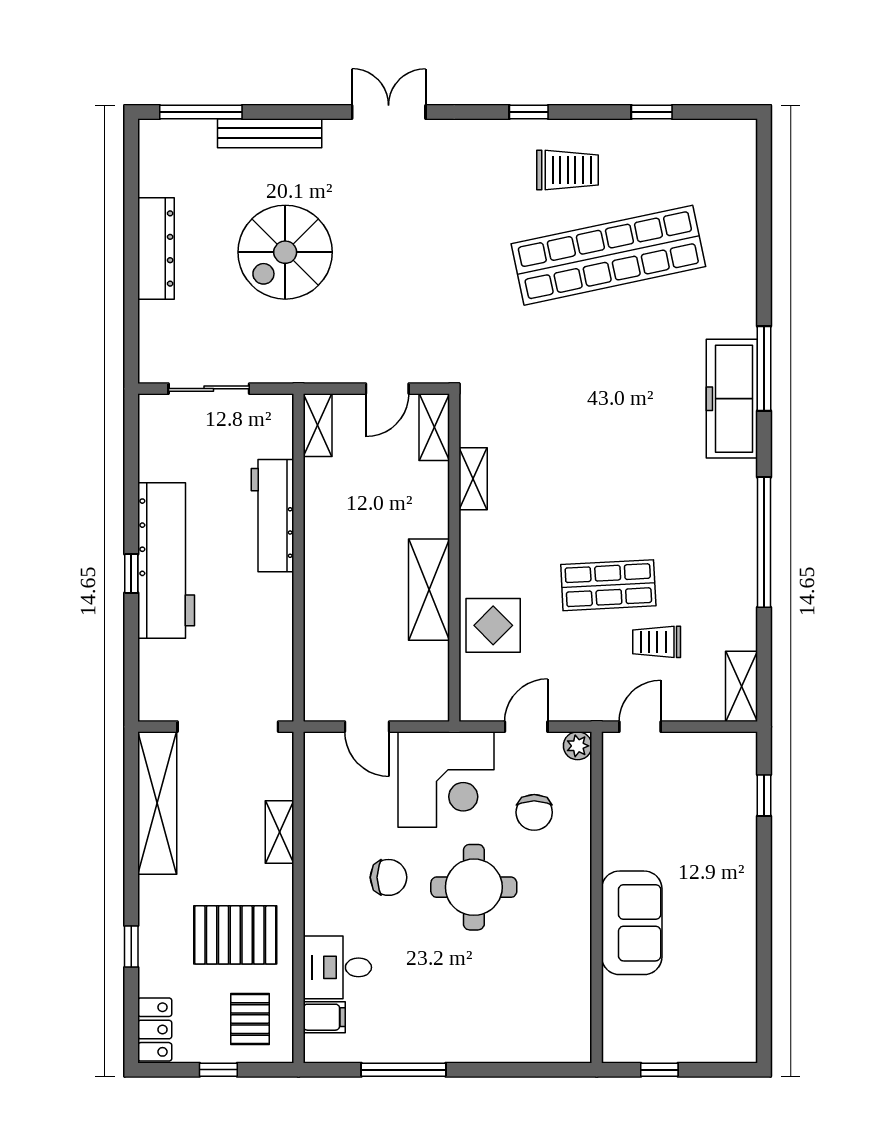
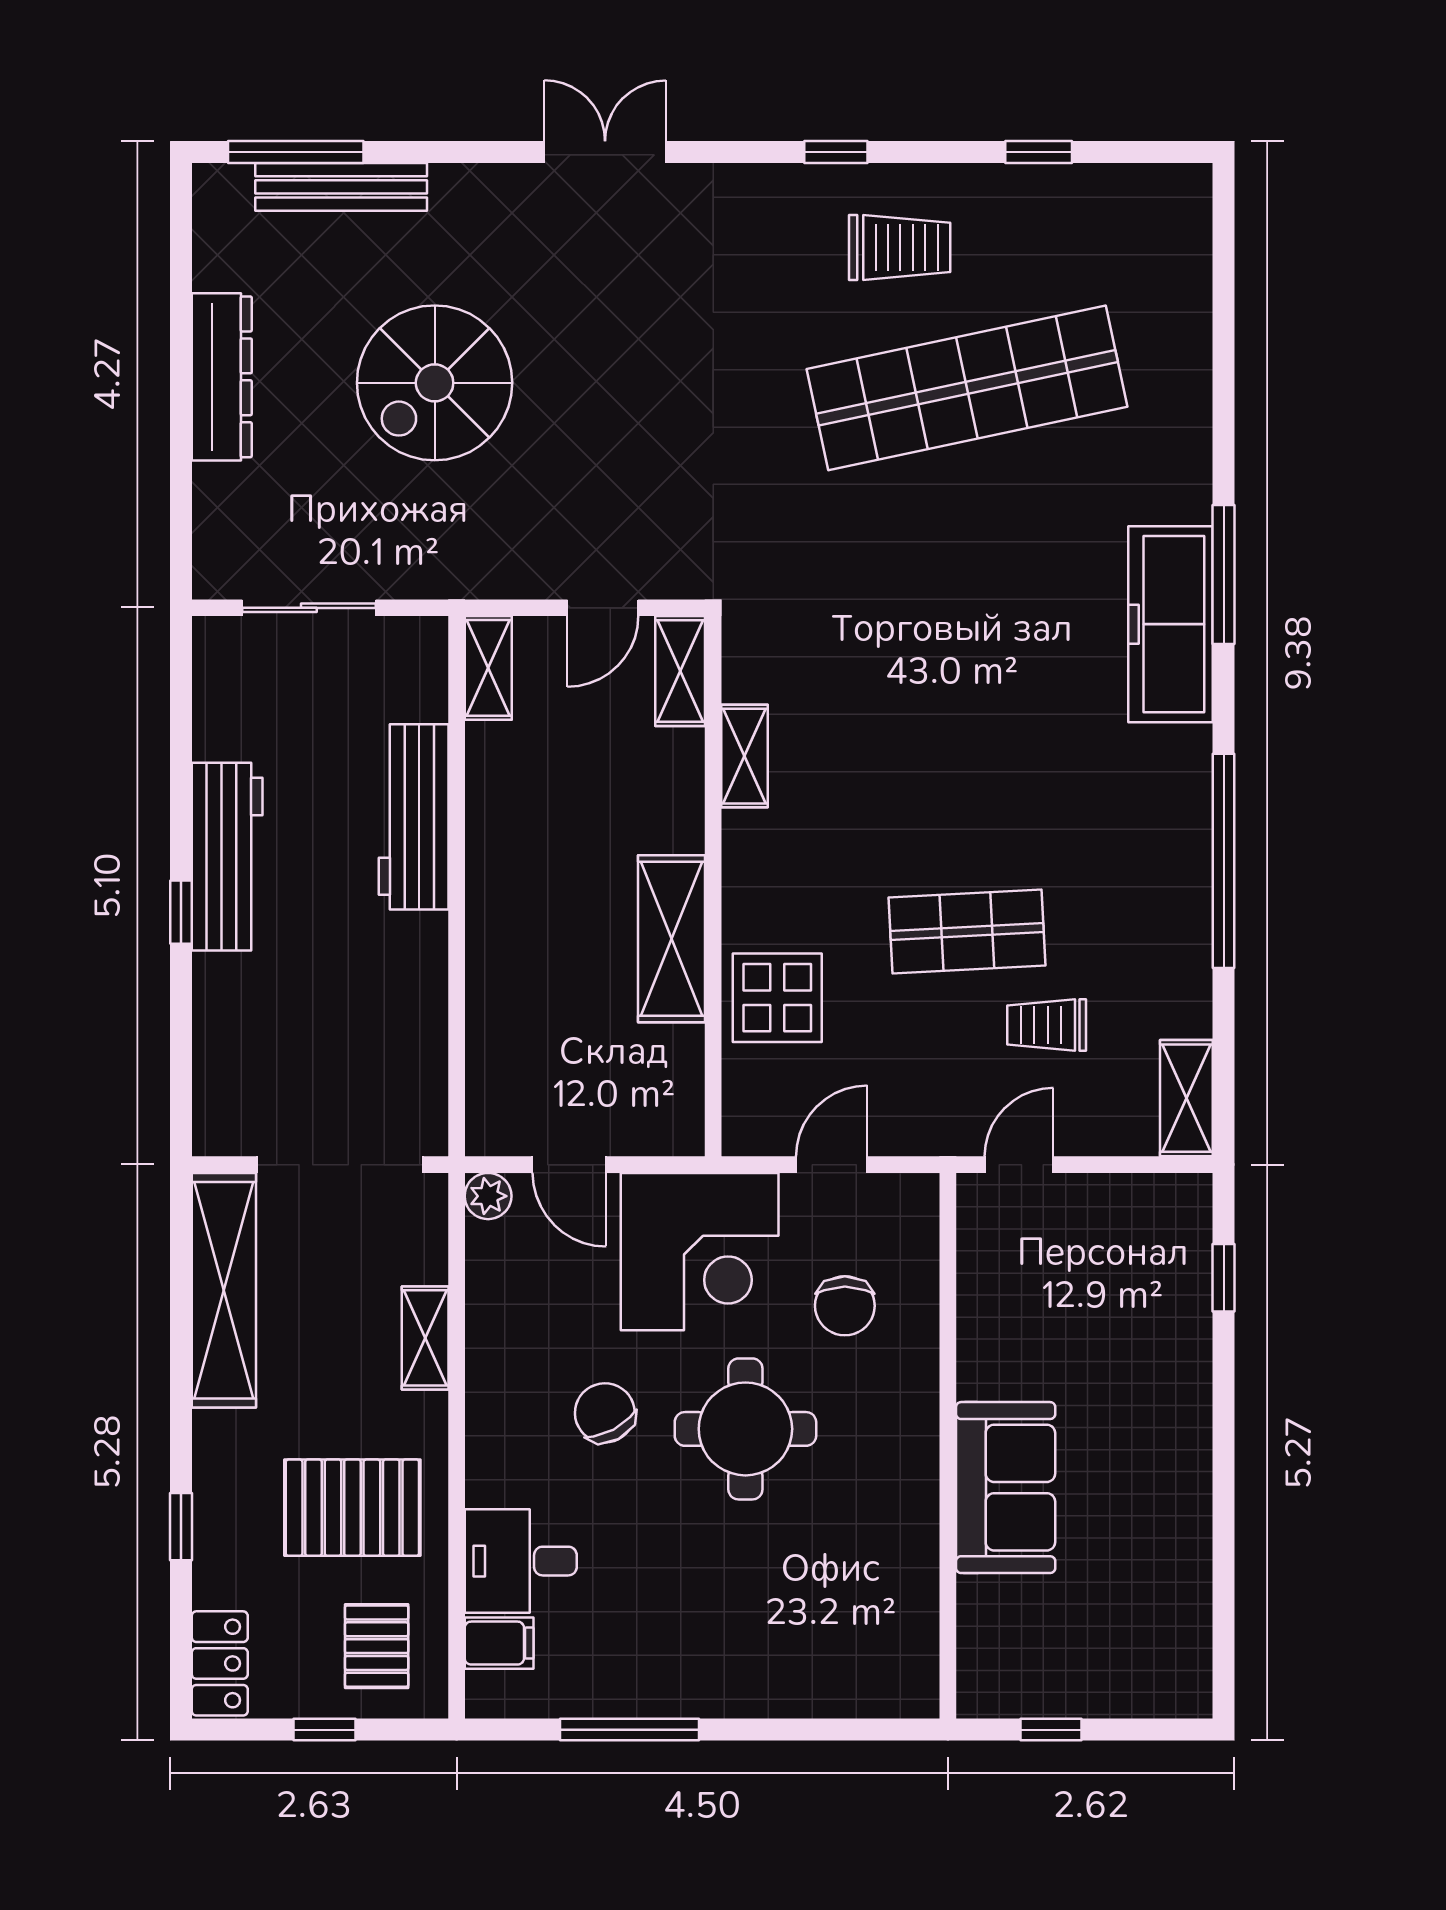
bench: (270, 133) -> (341, 187), moved
workbench: (166, 561) -> (227, 857), width x0.73, depth x0.76
plant: (578, 746) -> (488, 1196), moved
chair: (388, 877) -> (605, 1413), turned -118

